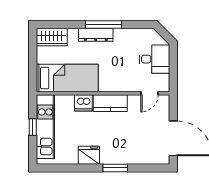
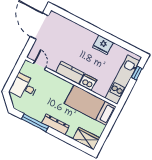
window: (103, 24) -> (35, 123), moved
door: (149, 93) -> (40, 65), hinge flipped
window: (33, 127) -> (137, 73), moved
window: (115, 168) -> (89, 27), removed

